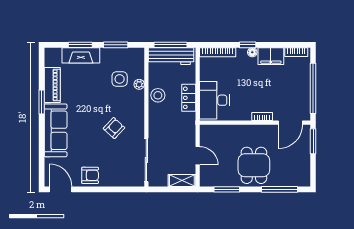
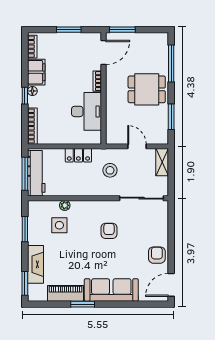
window: (80, 45) -> (25, 283), moved
window: (313, 88) -> (69, 30), width x0.47
stool: (158, 95) -> (110, 170), moved
desk: (214, 100) -> (87, 111), moved, turned -90
door: (290, 123) -> (103, 52), hinge flipped
armchair: (114, 128) -> (109, 231), turned 47
door: (198, 156) -> (137, 146), hinge flipped

